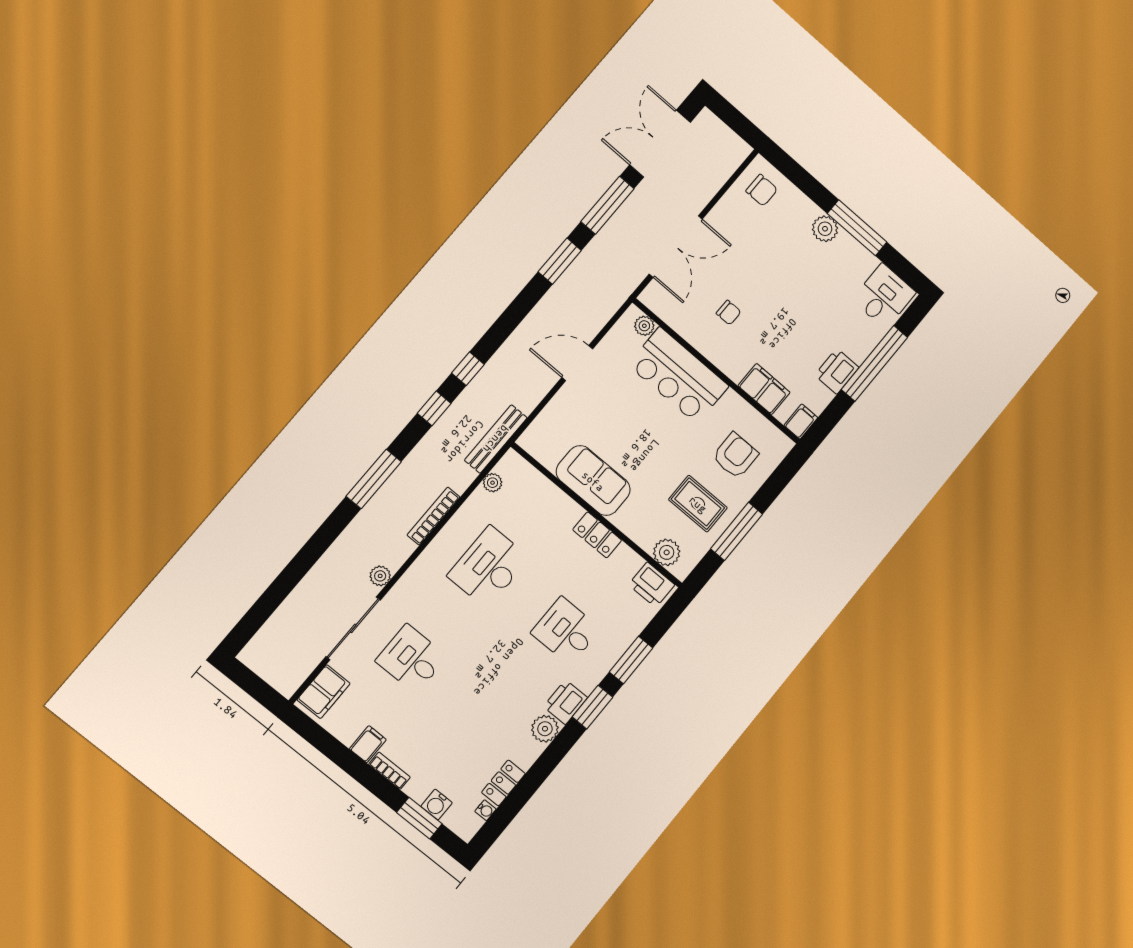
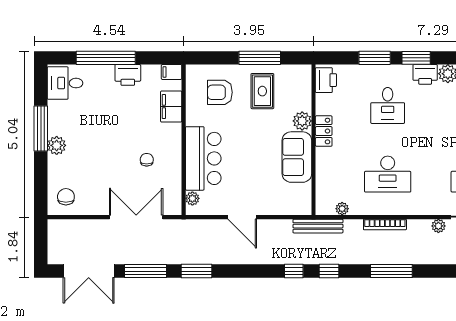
plant: (667, 552) -> (302, 121), moved

